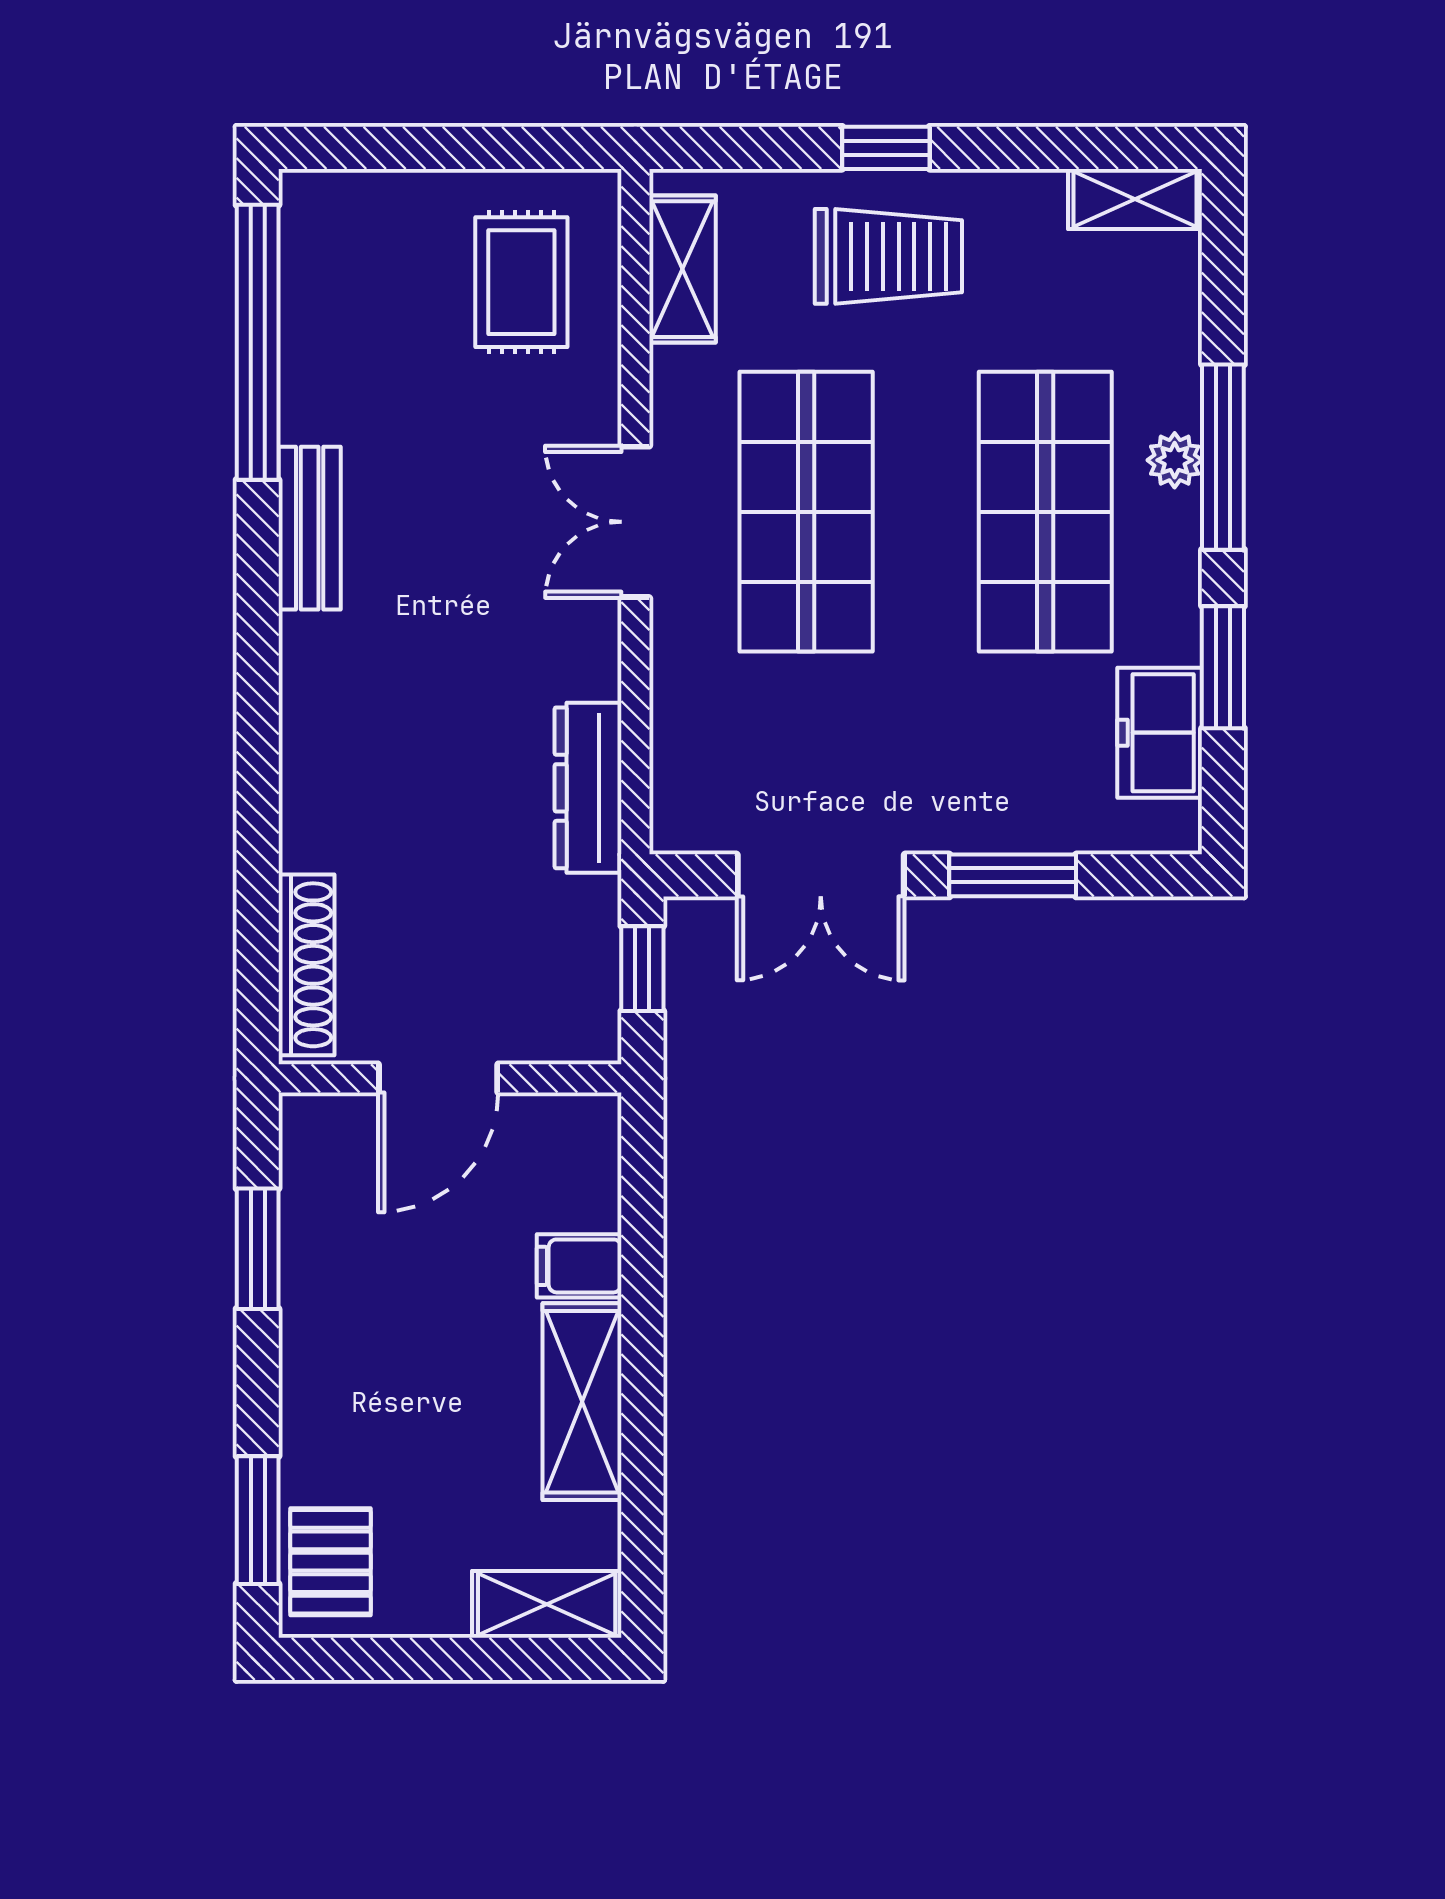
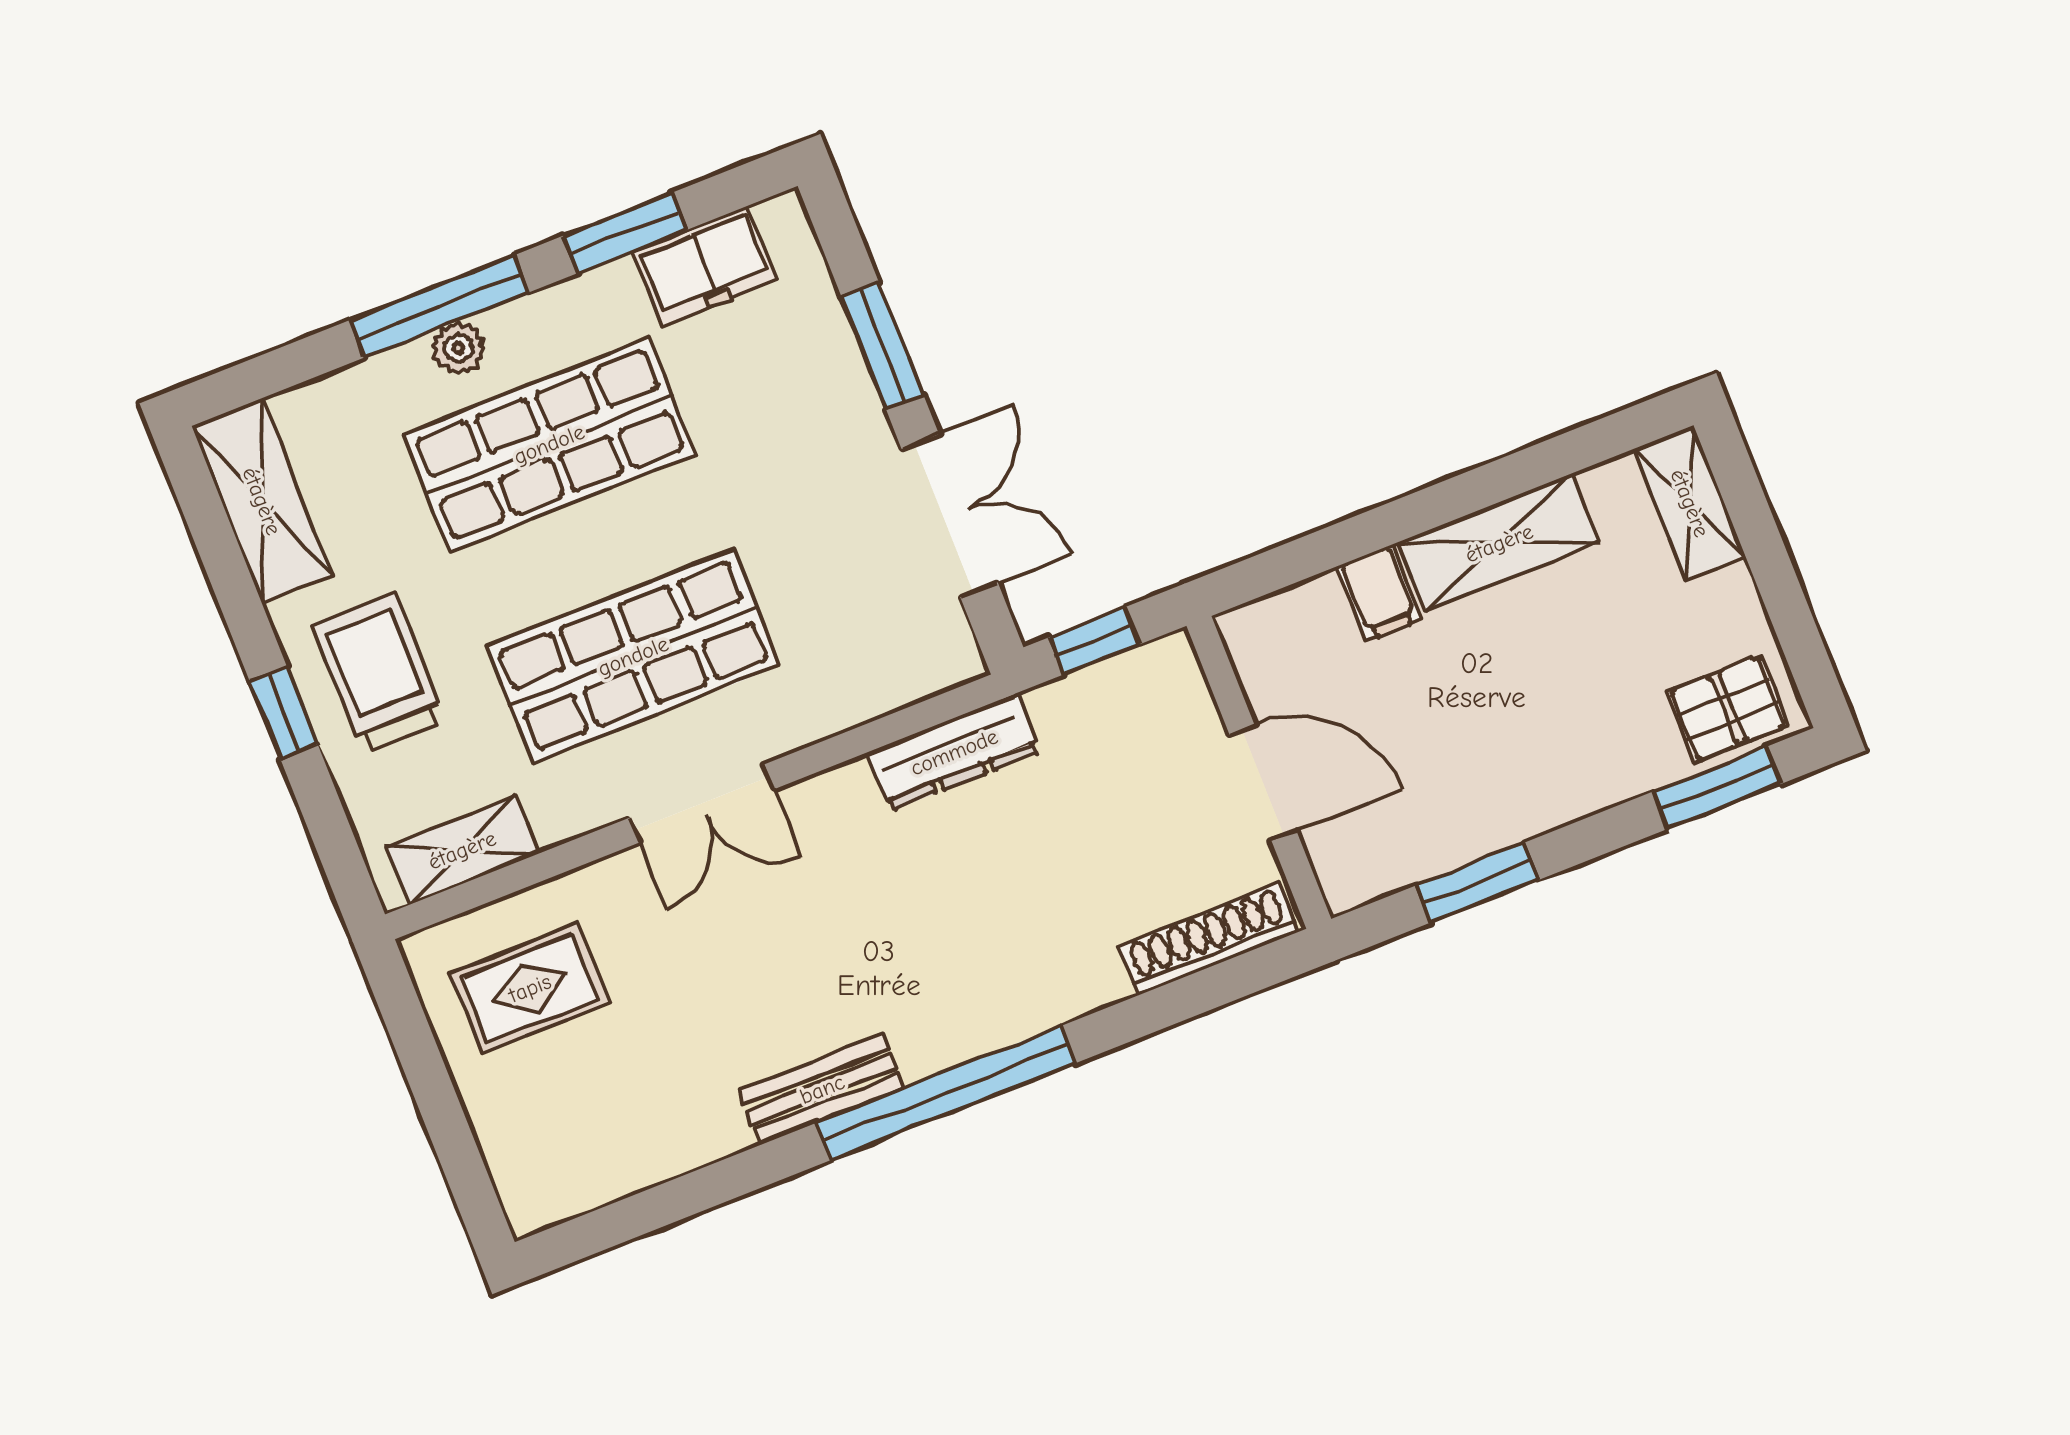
shelving: (1135, 199) -> (262, 501), width x1.50, depth x1.33
window: (258, 342) -> (946, 1093), moved

